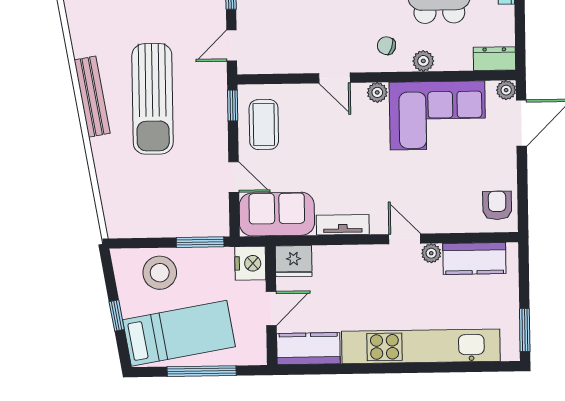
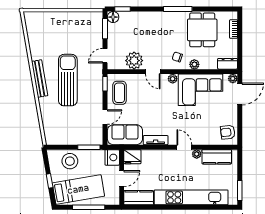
plant: (294, 55) -> (134, 61), added
sun lounger: (153, 99) -> (68, 80), turned 180
door: (234, 177) -> (105, 117), hinge flipped
armchair: (497, 205) -> (228, 132), turned -96

